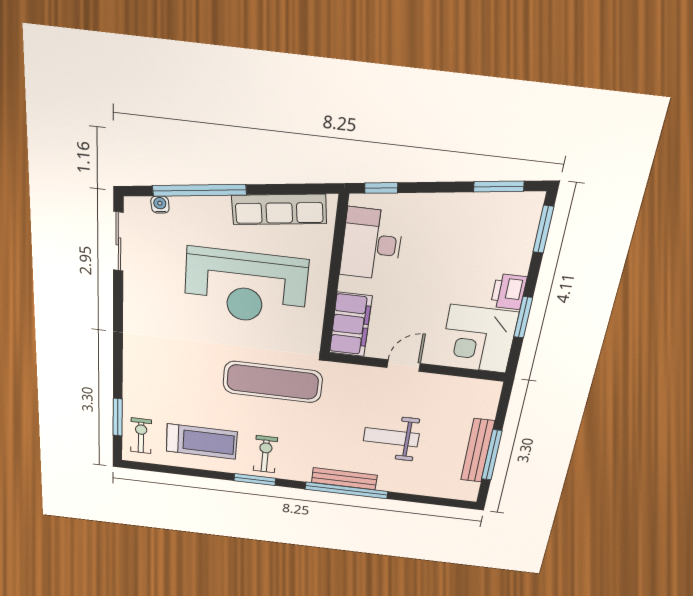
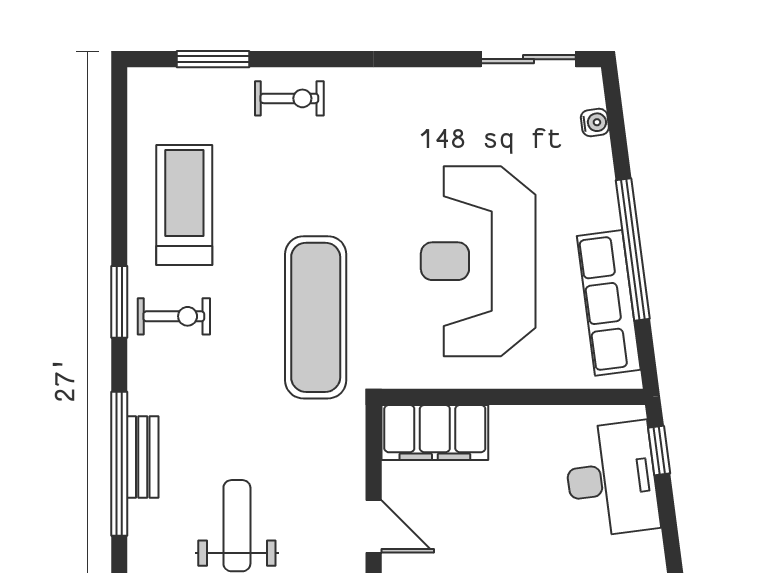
window: (199, 190) -> (633, 249), moved
desk: (372, 244) -> (611, 479), moved, turned 83
exercise bike: (141, 436) -> (289, 98), moved
treadmill: (202, 442) -> (184, 205), turned 180
bench: (344, 479) -> (143, 457), width x0.73

